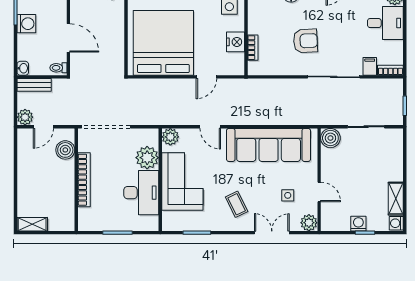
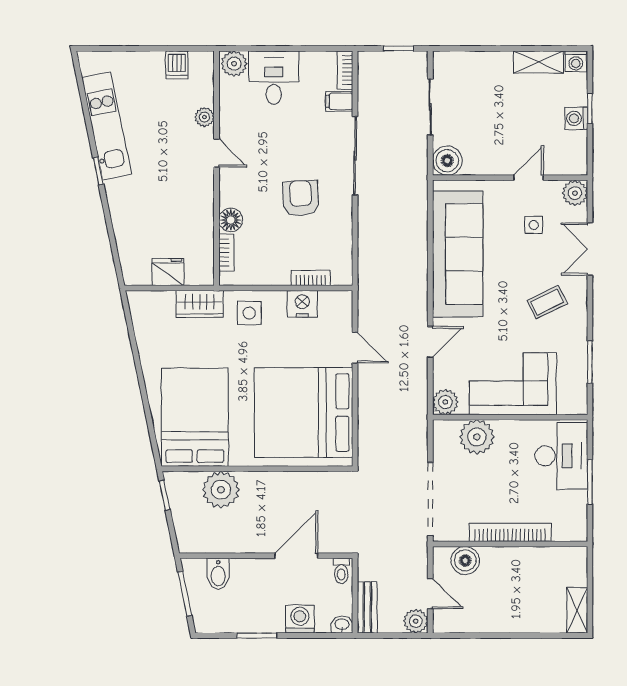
washing machine: (26, 24) -> (300, 619), moved
desk: (141, 193) -> (561, 456), moved, turned 90

